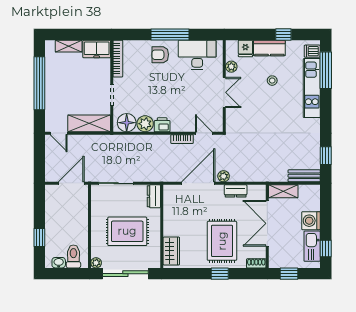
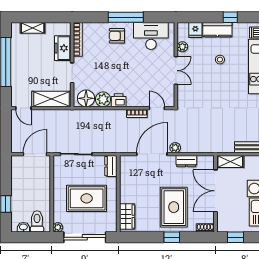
freezer: (97, 49) -> (63, 48), moved, turned 90

